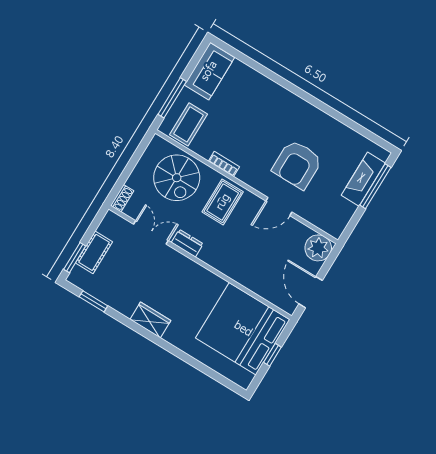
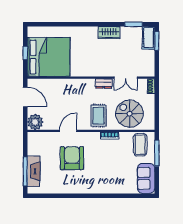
cot: (94, 252) -> (149, 38), moved
wardrobe: (150, 320) -> (109, 33), moved

